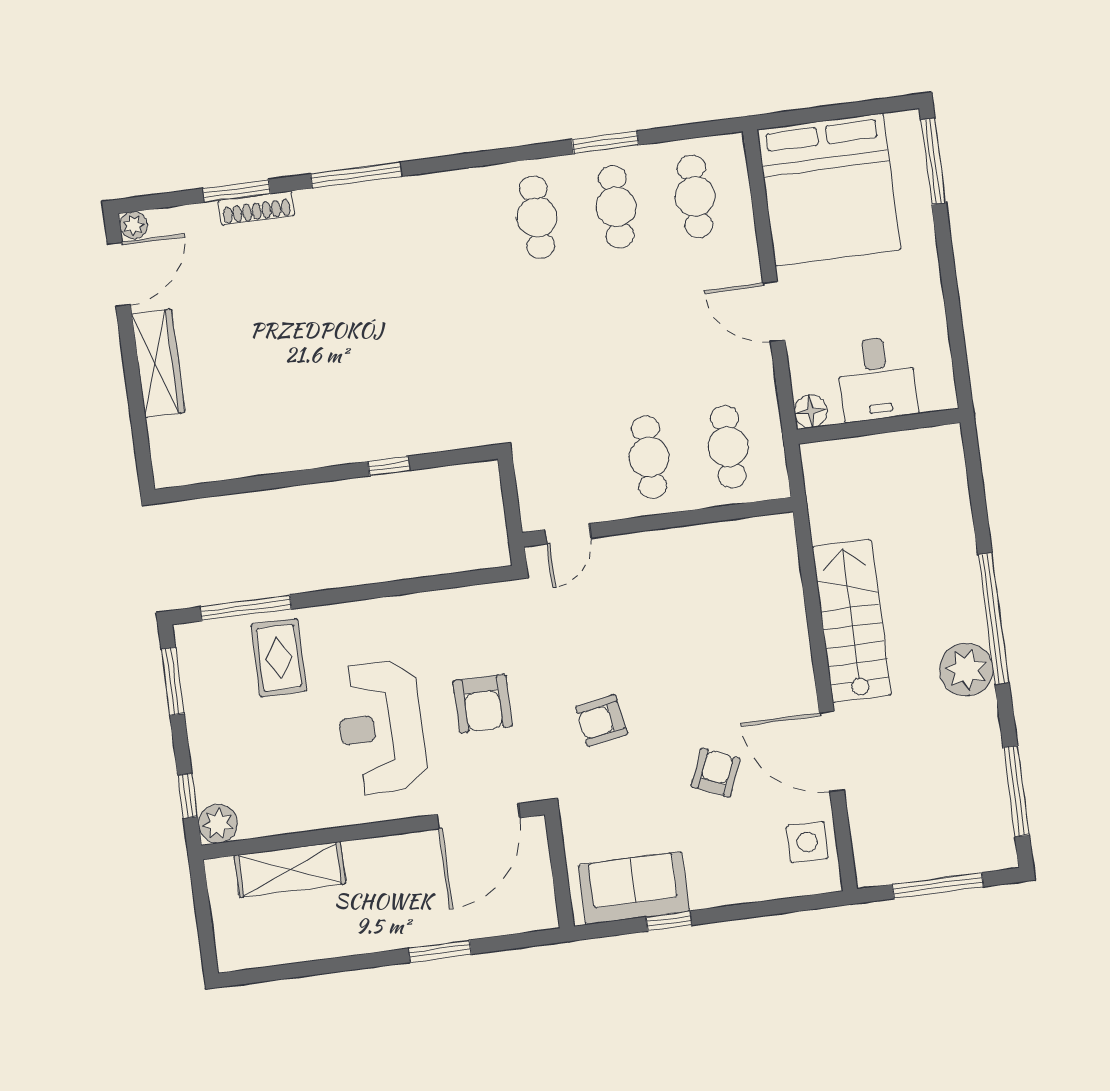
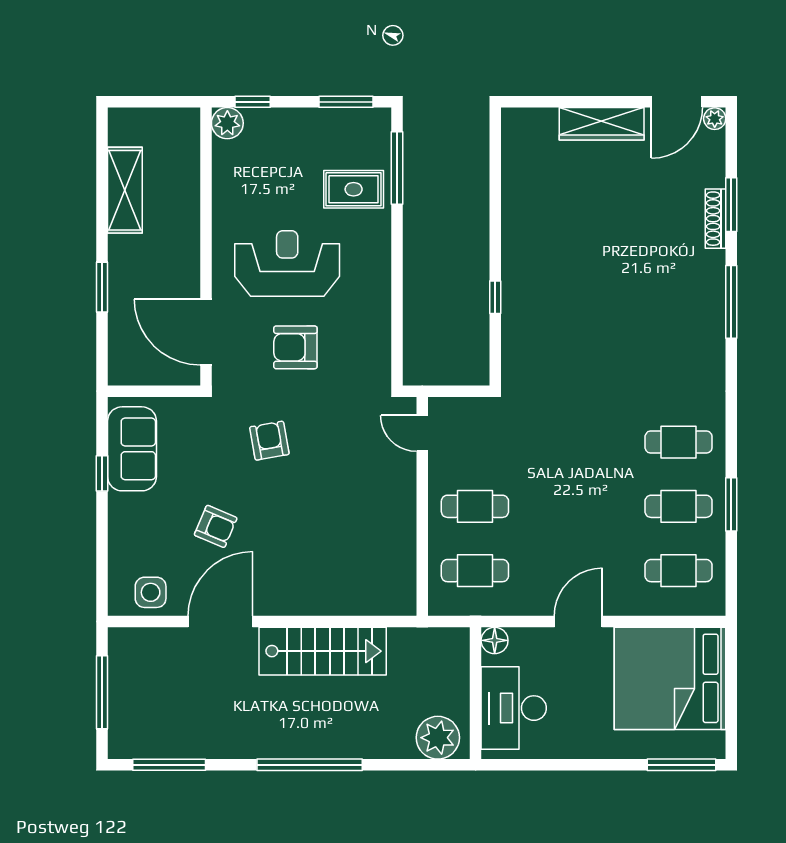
door: (119, 274) -> (677, 102), hinge flipped
desk: (877, 379) -> (514, 708), width x1.37
plant: (966, 670) -> (438, 738), moved
shelving: (290, 869) -> (125, 190), moved

